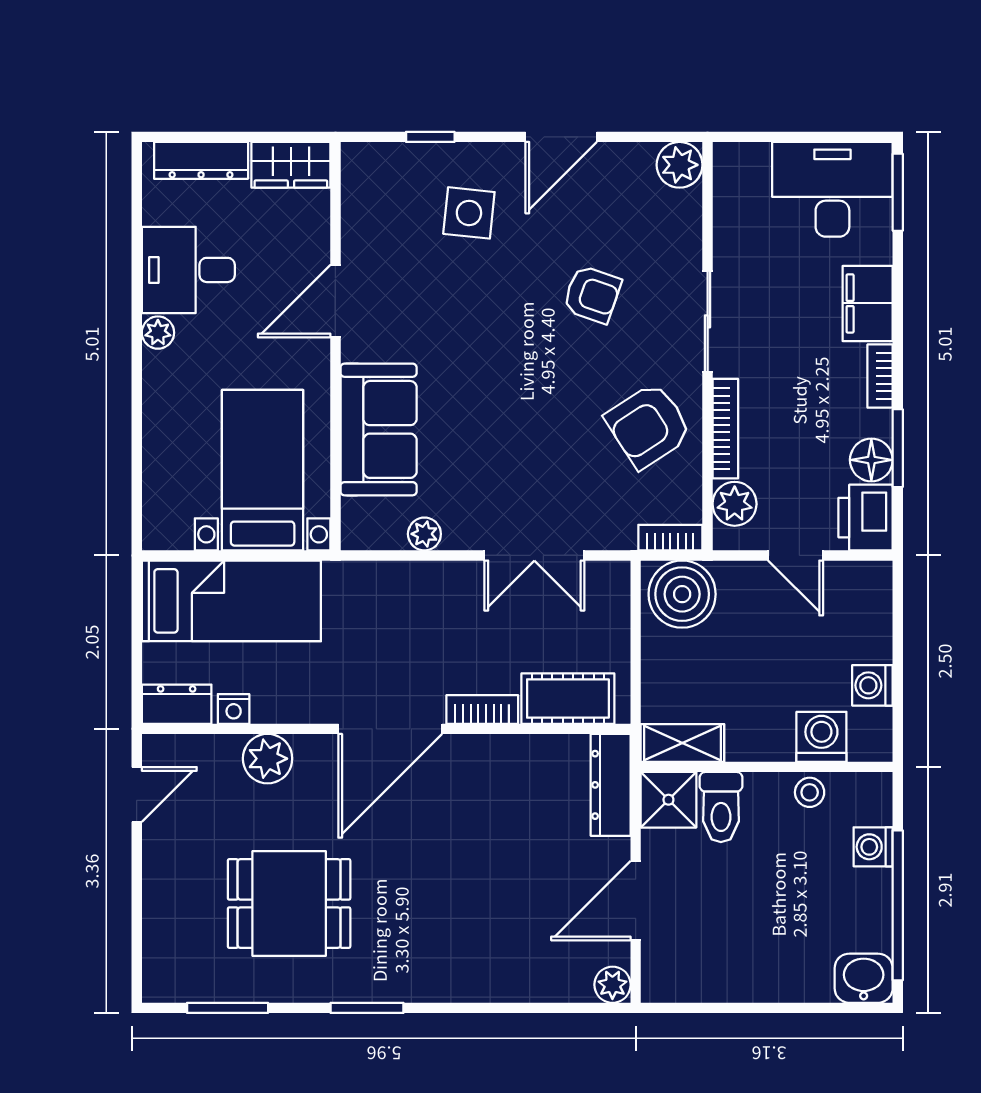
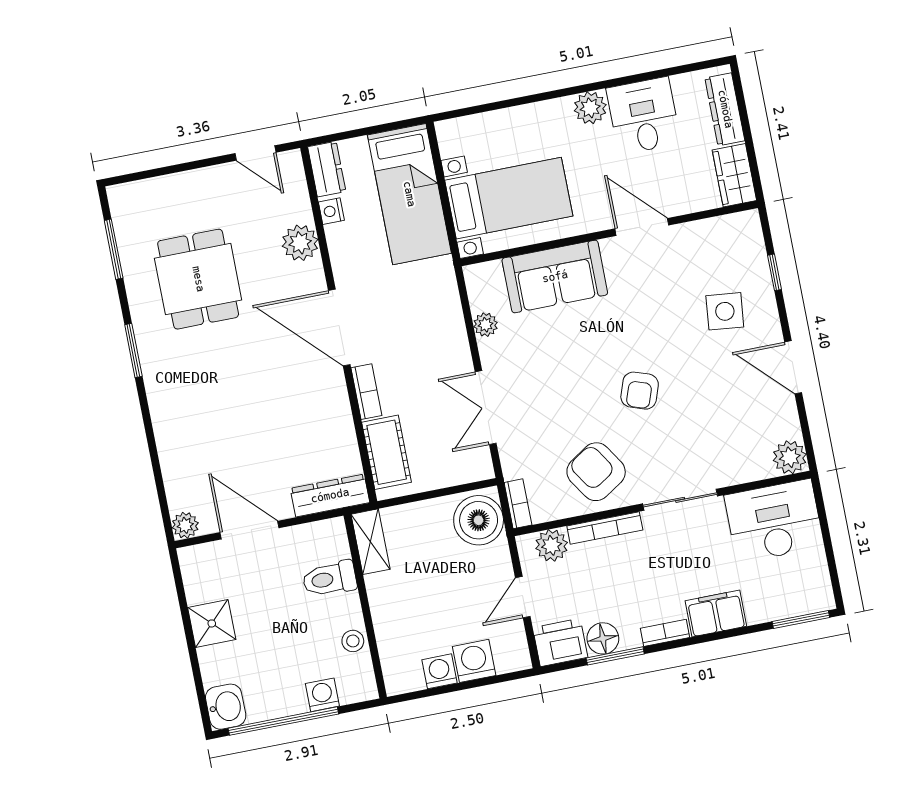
desk: (832, 189) -> (774, 521), moved, turned -90
armchair: (592, 294) -> (640, 391), moved
plant: (158, 333) -> (590, 108), width x1.38, depth x1.38
washing machine: (821, 737) -> (474, 661), moved, turned -90
shower: (668, 800) -> (212, 623), moved

